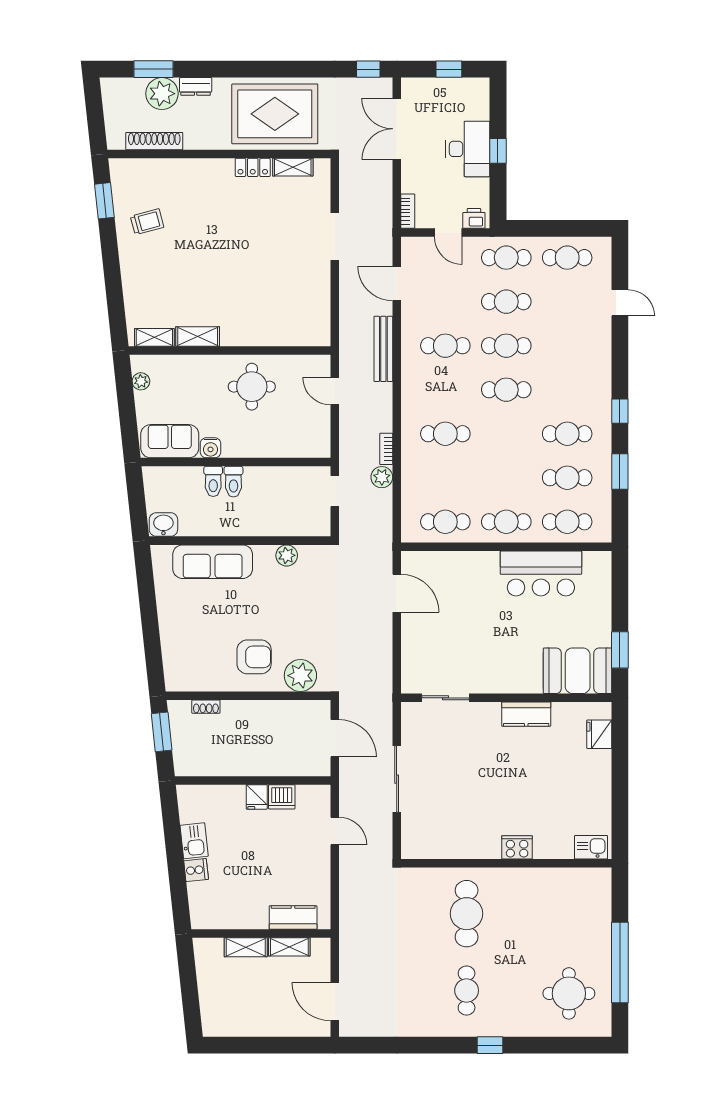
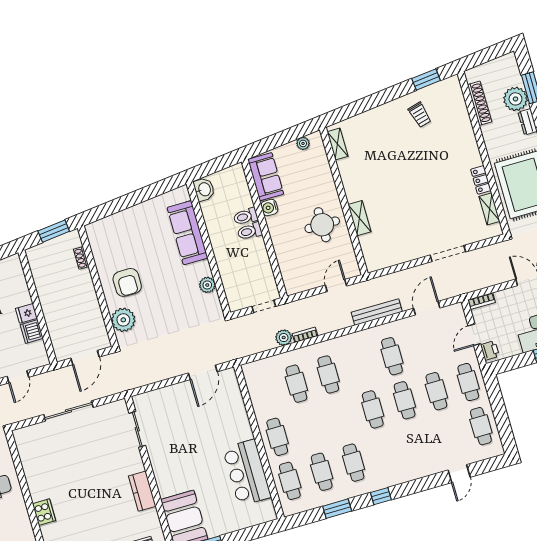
shelving: (198, 336) -> (360, 218), moved
cafe table: (445, 522) -> (296, 384), moved

